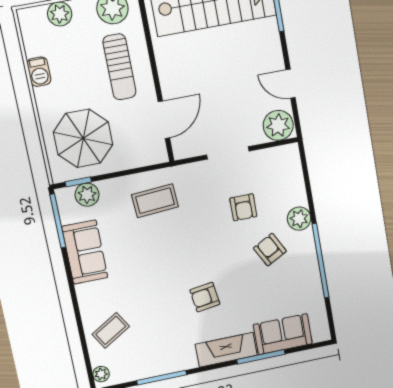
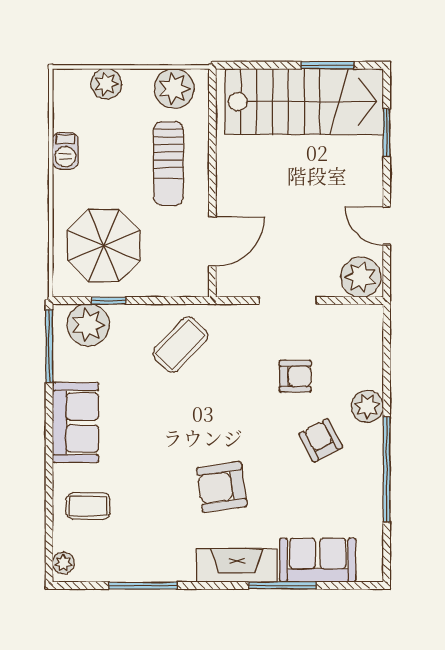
window: (78, 182) -> (108, 300), moved
plant: (87, 195) -> (88, 325), width x1.36, depth x1.36
coffee table: (155, 201) -> (180, 345), turned -42
armchair: (243, 207) -> (295, 376), turned -90
sofa: (85, 252) -> (76, 423), moved
armchair: (205, 297) -> (222, 487), width x1.38, depth x1.38
coffee table: (111, 330) -> (88, 506), turned 31

